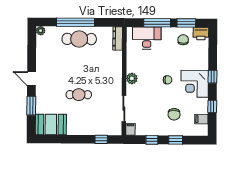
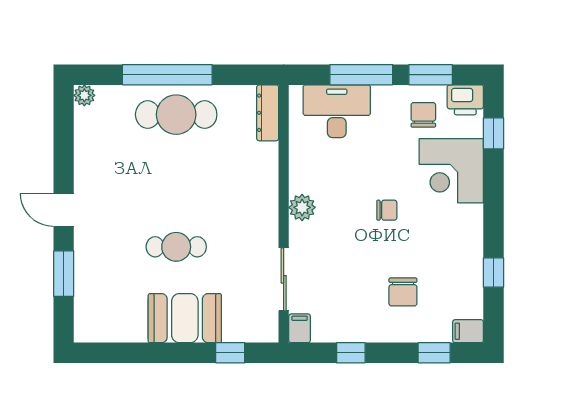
window: (212, 77) -> (494, 133), moved
corner desk: (195, 84) -> (451, 171), moved
filing cabinet: (201, 119) -> (468, 331), moved
booth: (51, 124) -> (185, 318), moved
window: (176, 140) -> (434, 353), moved

